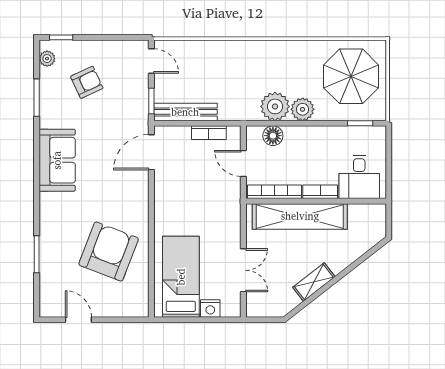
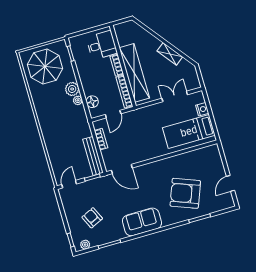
plant: (275, 106) -> (78, 100), width x0.53, depth x0.53
armchair: (109, 252) -> (185, 193), moved

